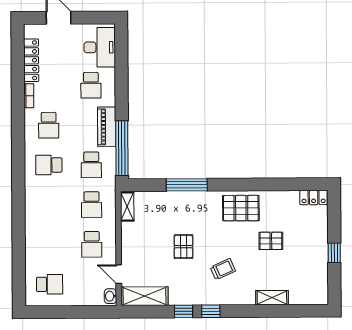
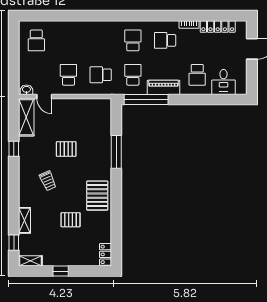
desk: (100, 47) -> (224, 82), width x0.73
school desk: (91, 85) -> (197, 75), turned -90
school desk: (91, 165) -> (133, 75), turned 90
shelving: (127, 207) -> (30, 261), moved
pallet: (271, 241) -> (71, 220), turned 90
school desk: (92, 244) -> (68, 75), turned 90
door: (119, 274) -> (44, 96), swing flipped
window: (211, 311) -> (14, 243), moved

